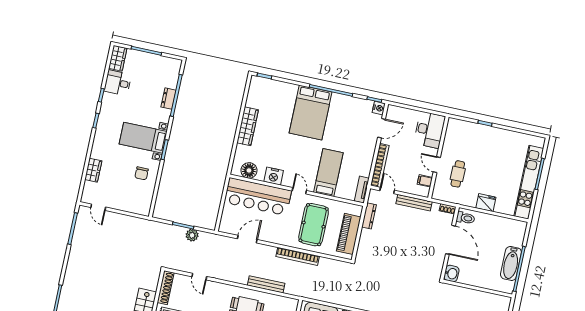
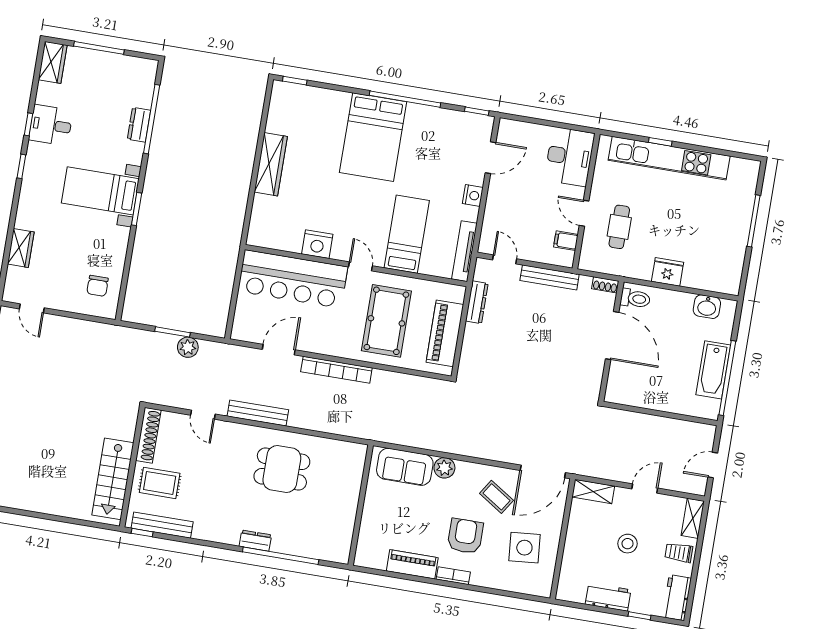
desk: (118, 83) -> (51, 125), moved
nightstand: (379, 108) -> (473, 195), moved
bookcase: (380, 165) -> (491, 219), removed
floor lamp: (249, 170) -> (276, 237), removed
chair: (142, 173) -> (98, 286), moved
kitchen unit: (529, 182) -> (669, 158), moved, turned -90
tv unit: (362, 190) -> (464, 251), width x1.41
bookcase: (298, 256) -> (336, 370), moved
washbasin: (451, 273) -> (707, 307), moved, turned 90
bench: (266, 284) -> (258, 413), moved

